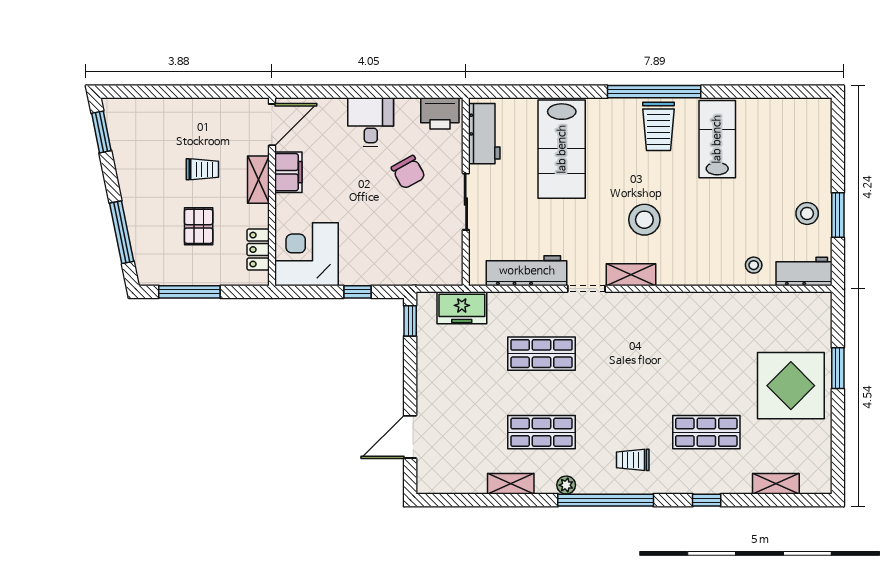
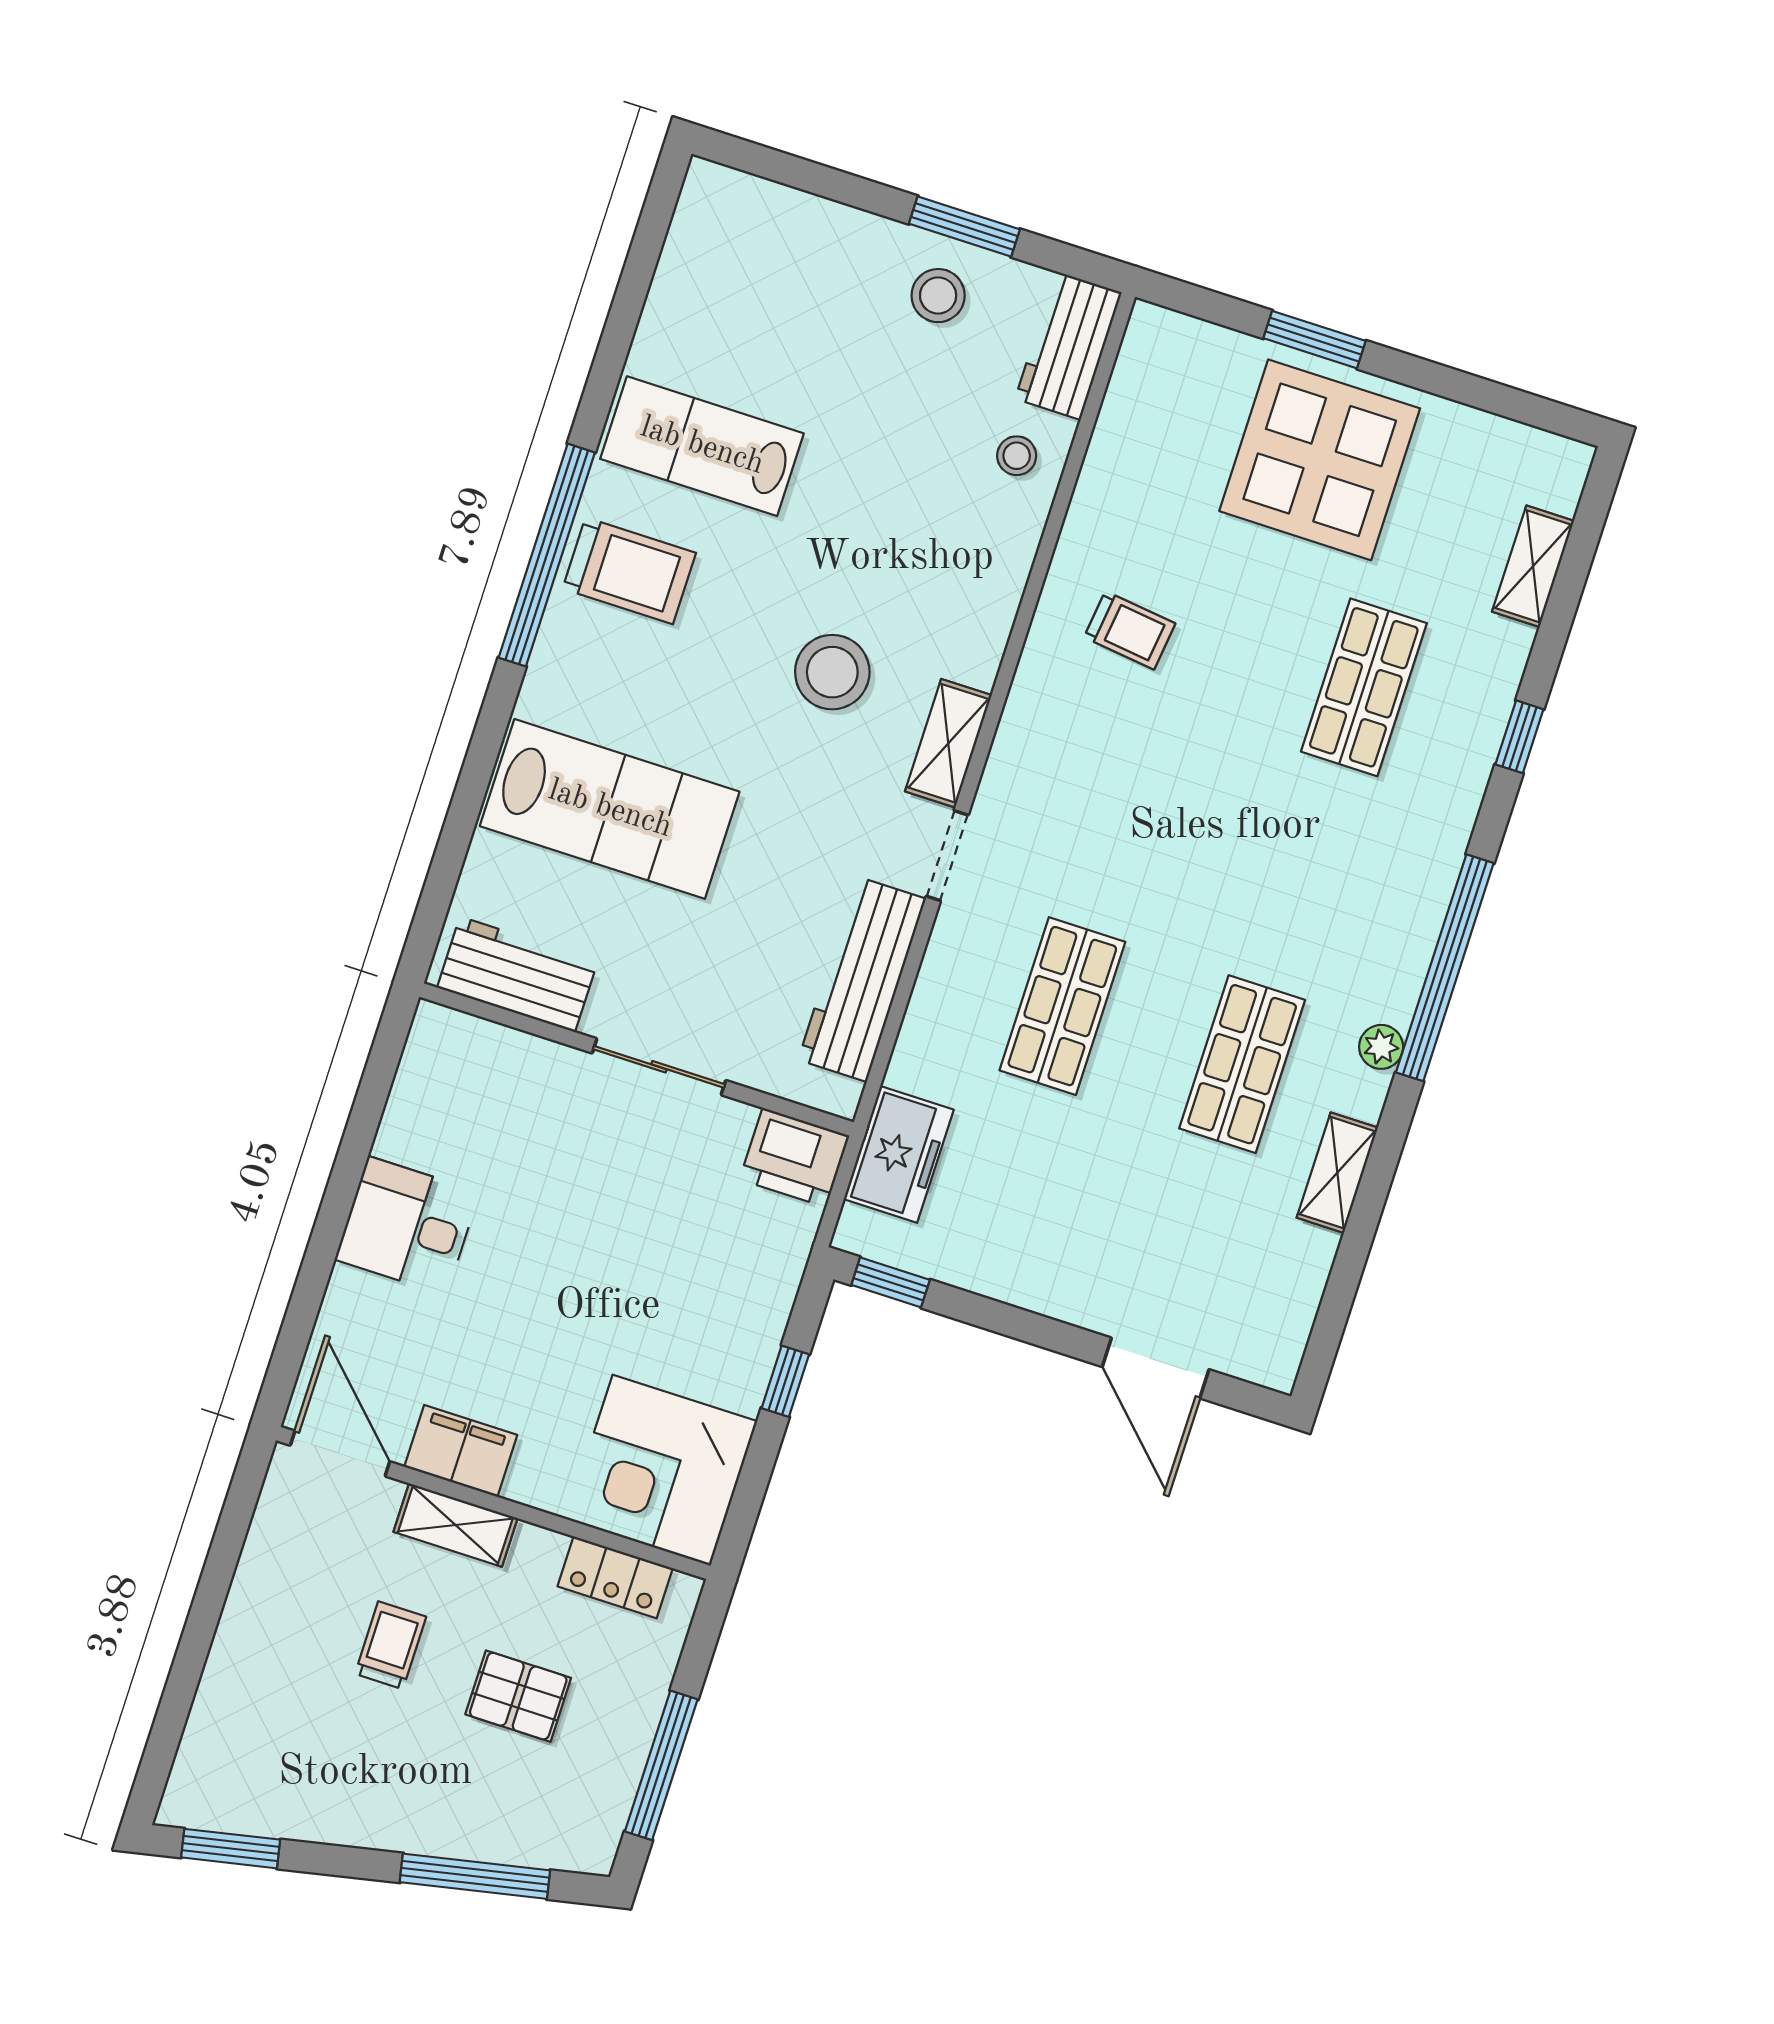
printer: (440, 113) -> (794, 1157), moved, turned 90
chair: (408, 172) -> (549, 1177), removed
trolley: (633, 460) -> (1130, 630), moved, turned -83

